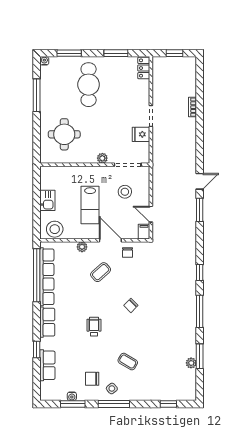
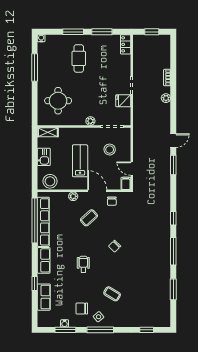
window: (69, 53) -> (73, 32), moved
cafe table: (89, 85) -> (79, 58), width x0.73, depth x0.74
shelving: (52, 171) -> (48, 132), added
lab bench: (90, 205) -> (80, 161), turned 180
plant: (191, 363) -> (166, 98), moved

